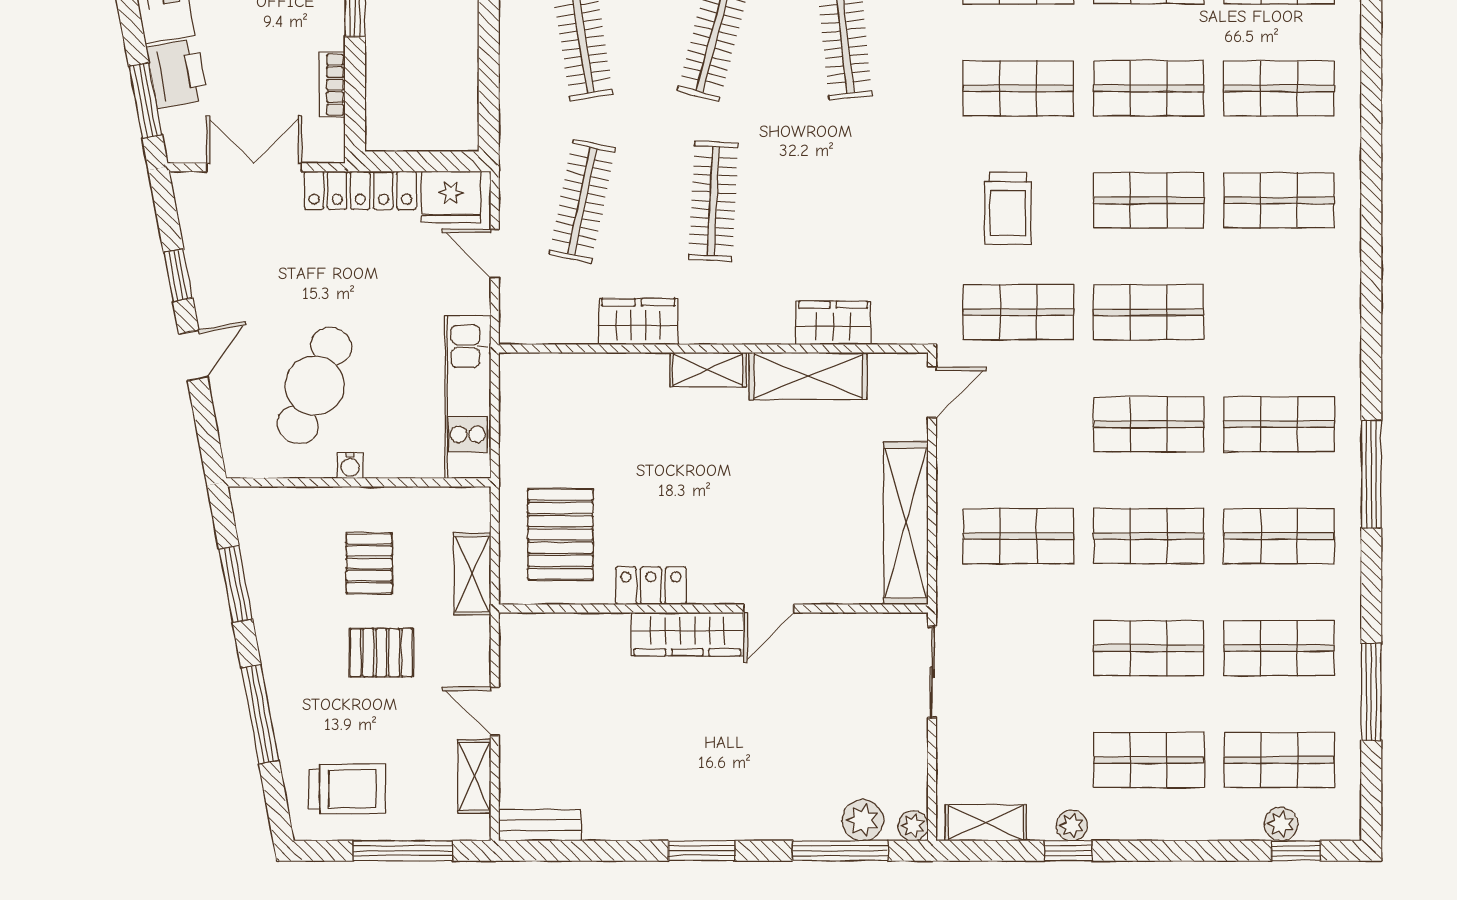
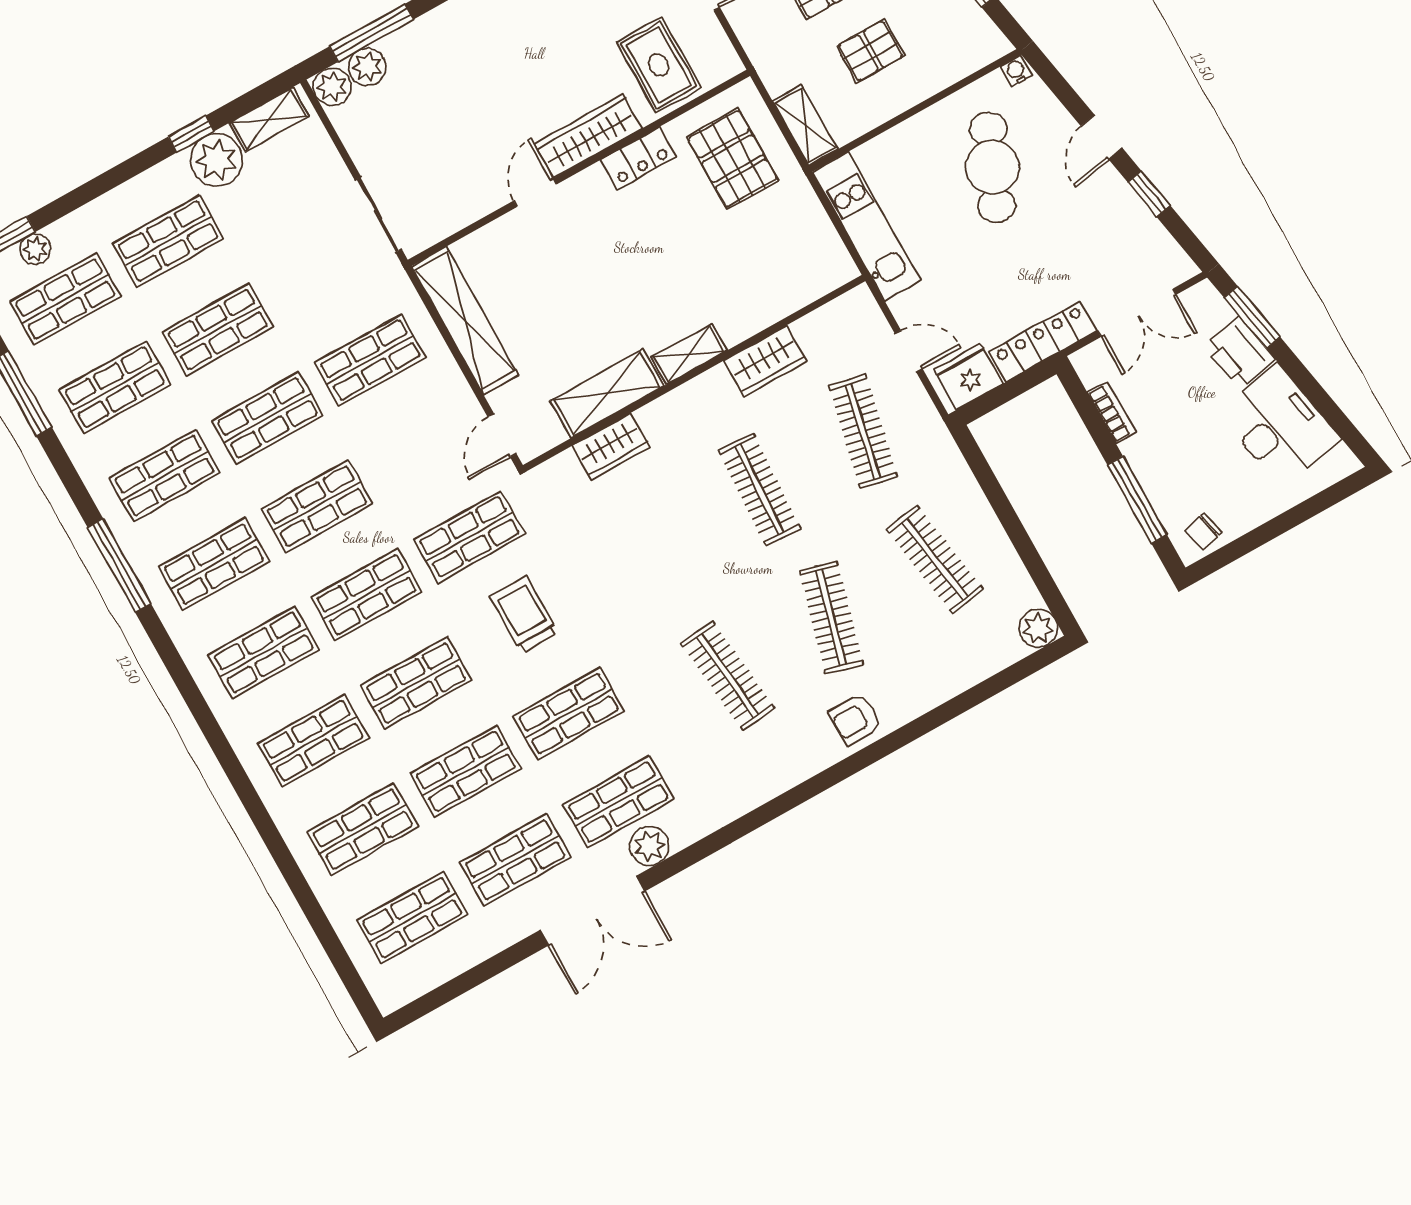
shop shelf: (1279, 312) -> (264, 652), added
water cooler: (350, 466) -> (1016, 71), moved
pallet: (369, 563) -> (871, 51), turned 90
shelving: (472, 574) -> (805, 125), moved
rug: (581, 665) -> (659, 65), added
plant: (1072, 825) -> (217, 160), width x1.88, depth x1.88
plant: (913, 826) -> (332, 87), width x1.38, depth x1.38

